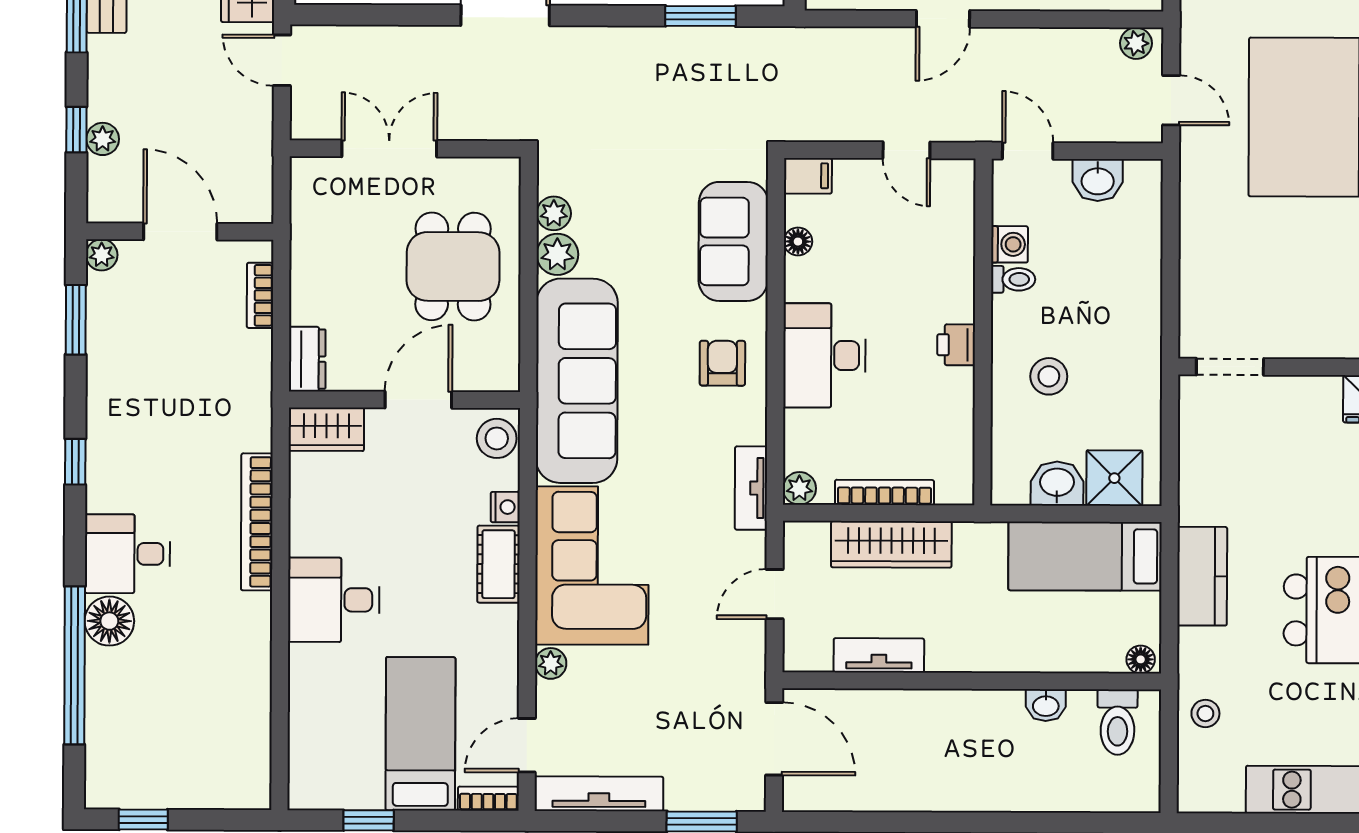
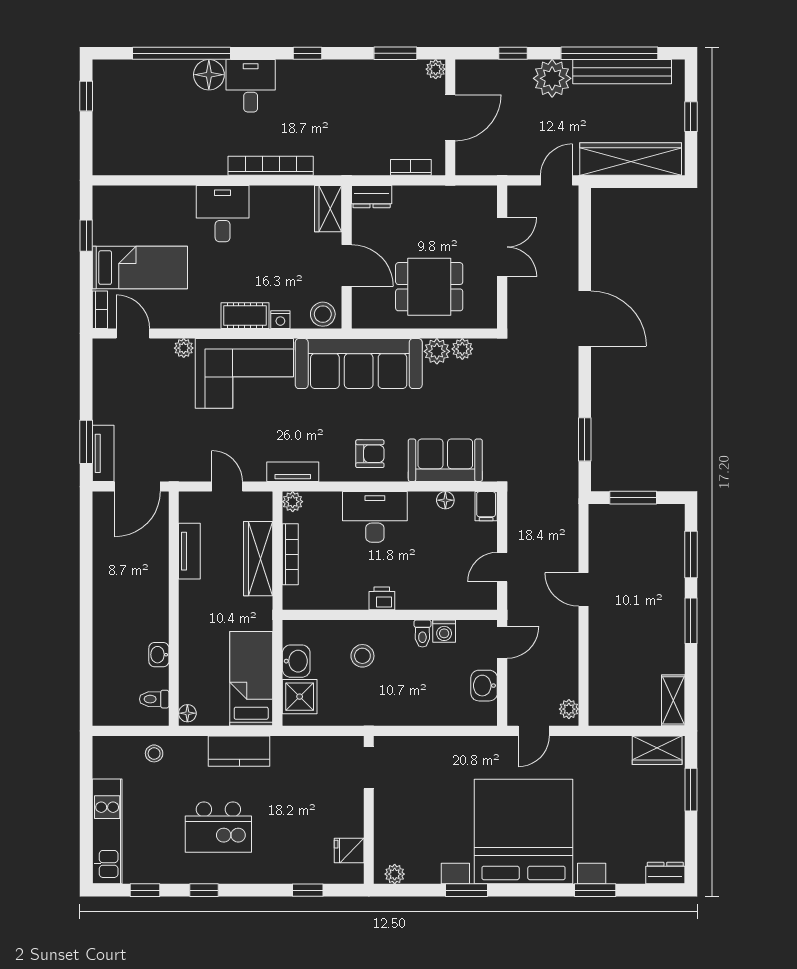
plant: (103, 139) -> (552, 78), moved, width x1.87, depth x1.87
toilet: (1118, 722) -> (154, 699), width x0.73, depth x0.72
tv unit: (599, 794) -> (103, 453), moved, width x0.71

